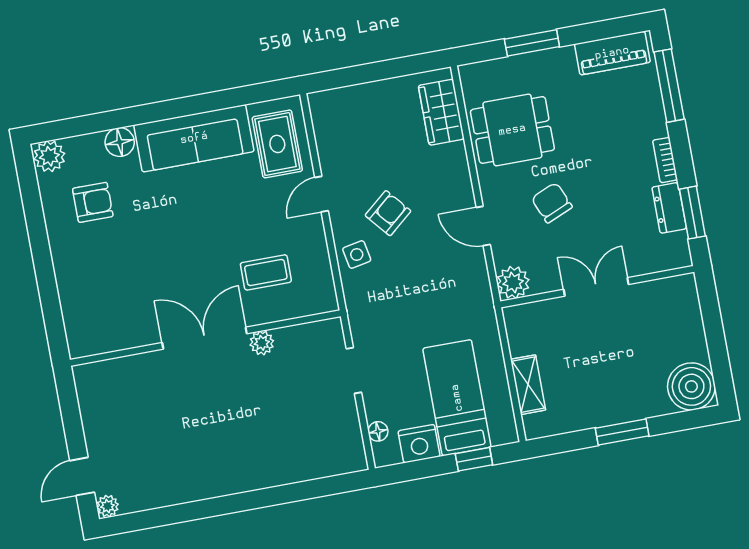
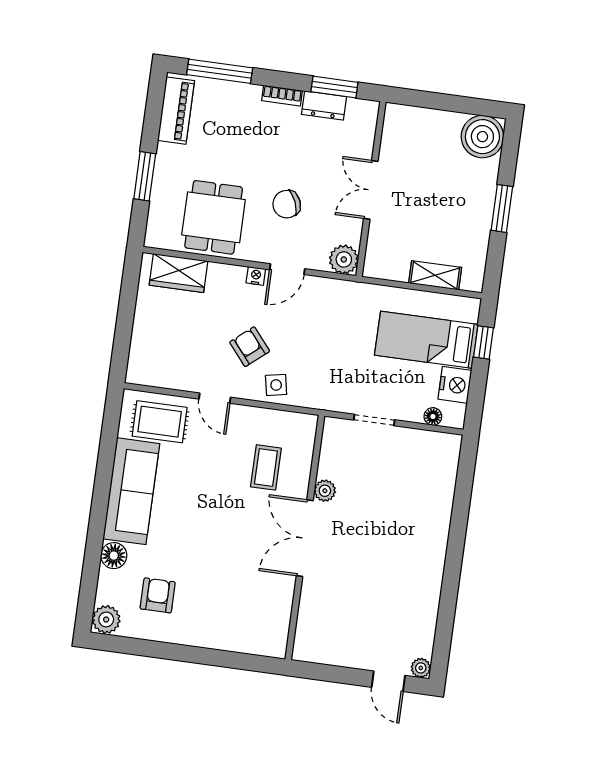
nightstand: (465, 195) -> (256, 276), added

